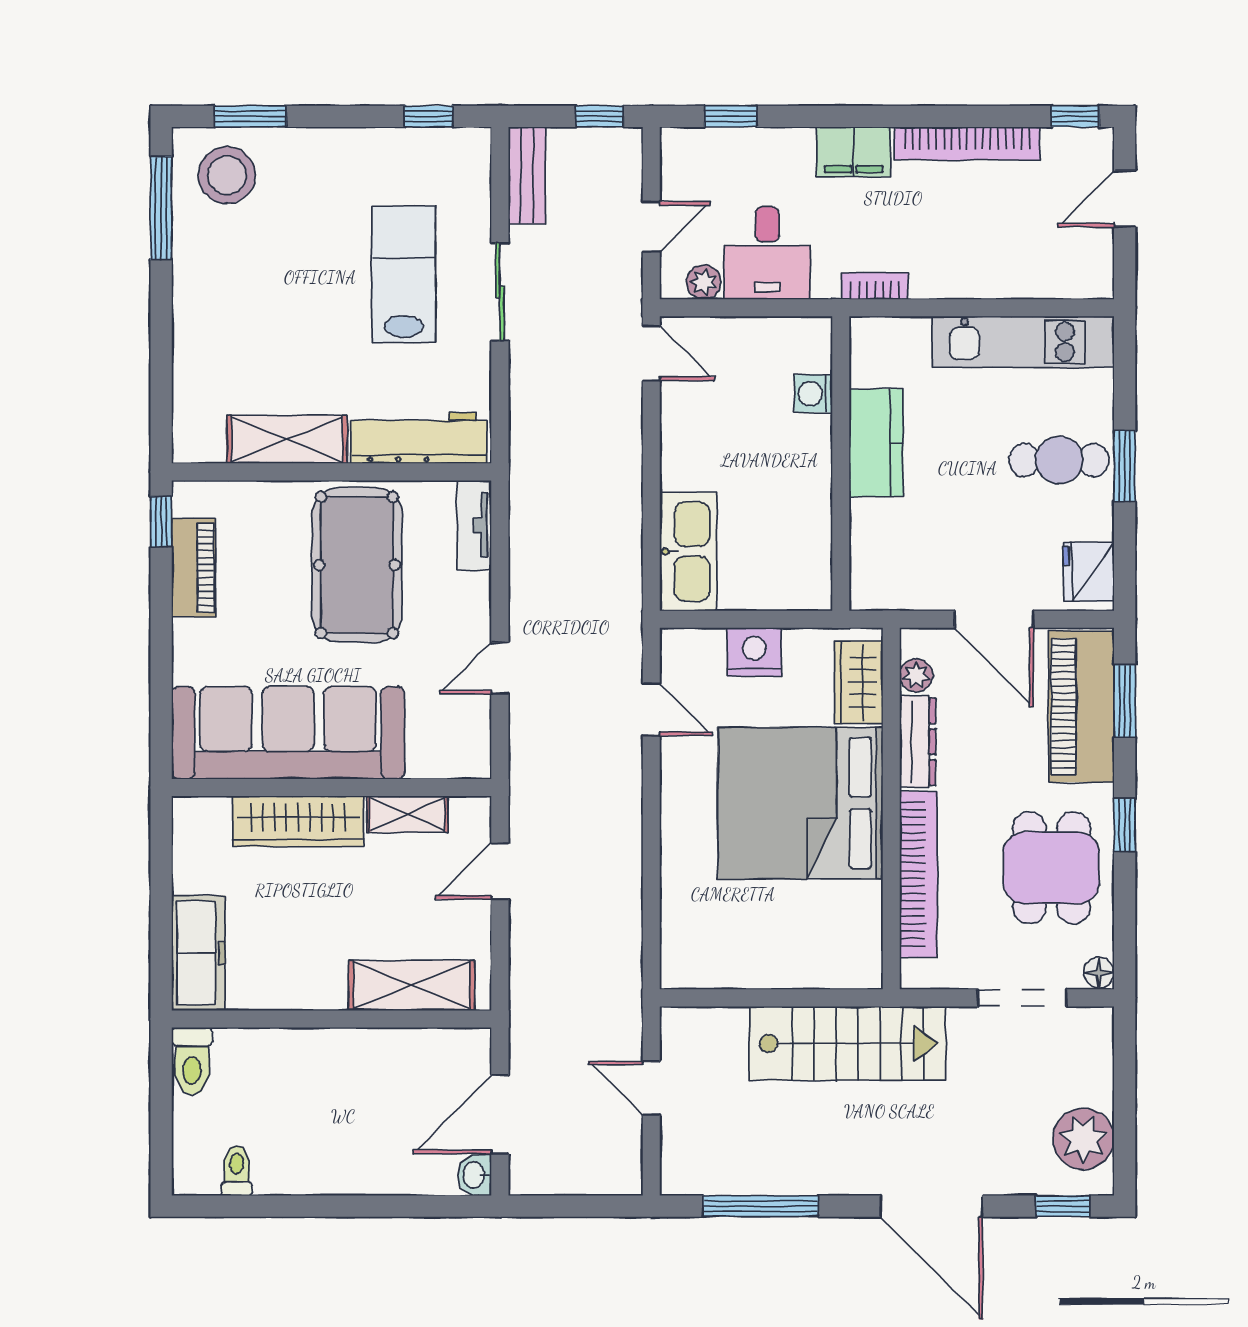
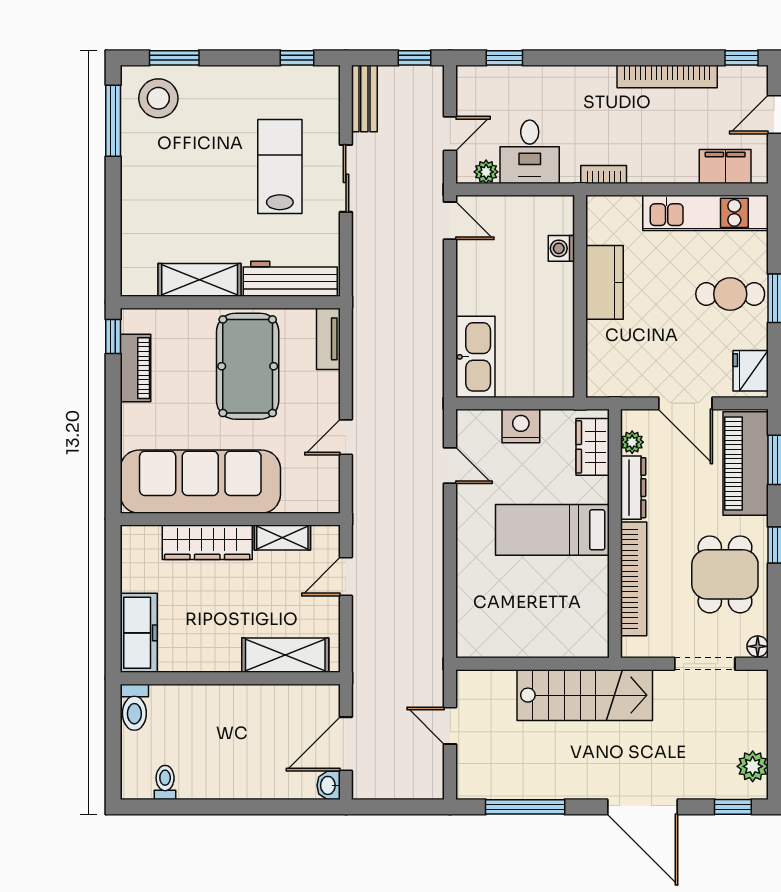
filing cabinet: (854, 152) -> (725, 167), moved, turned 180
bed: (800, 803) -> (552, 530), width x0.49
plant: (1083, 1139) -> (753, 766), width x0.73, depth x0.73

